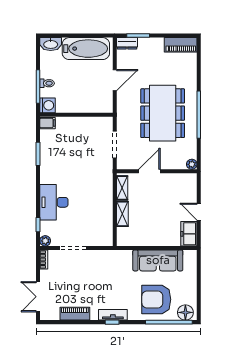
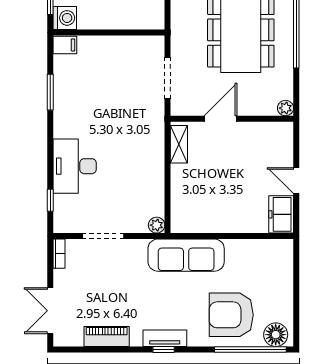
shelving: (122, 214) -> (179, 184), removed
plant: (45, 241) -> (157, 225), moved
sofa: (158, 260) -> (186, 255), moved

